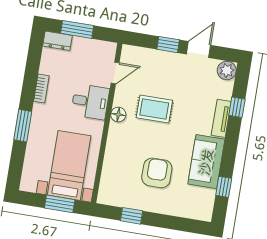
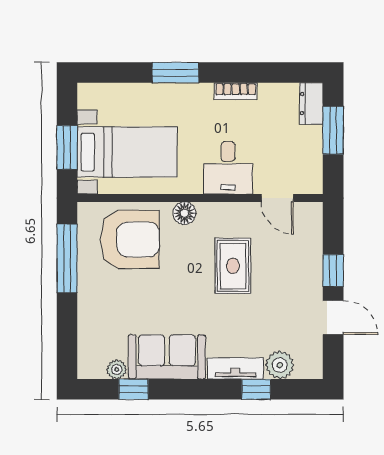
plant: (227, 70) -> (280, 365), moved
floor lamp: (118, 115) -> (184, 213), moved
armchair: (157, 173) -> (130, 239), moved, width x1.36, depth x1.36
plant: (209, 196) -> (117, 369), added
window: (132, 216) -> (67, 258), width x2.17

